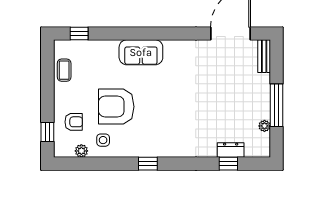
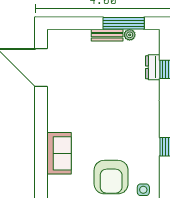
bench: (264, 56) -> (107, 35), moved
window: (277, 105) -> (124, 23), moved

